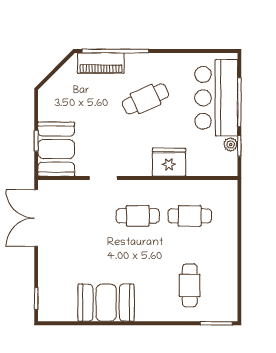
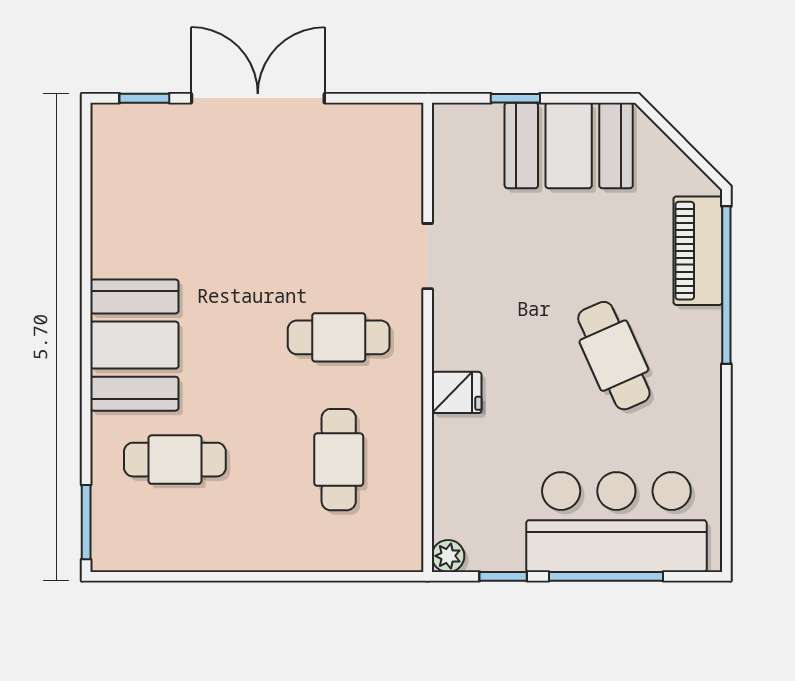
plant: (231, 144) -> (448, 556), moved
booth: (56, 149) -> (569, 145), moved
fridge: (169, 162) -> (457, 392), width x0.53, depth x0.75
cafe table: (138, 216) -> (339, 337), turned 90
double door: (36, 218) -> (258, 98), moved
booth: (106, 303) -> (134, 345), moved

